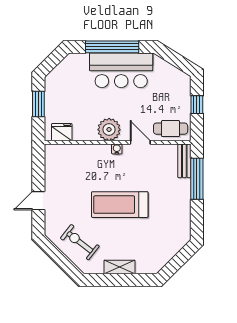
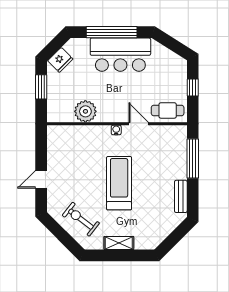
plant: (109, 130) -> (85, 111), moved
fridge: (62, 132) -> (60, 60), moved, turned 135
bench: (184, 161) -> (181, 196), moved
treadmill: (120, 205) -> (119, 183), turned 90

